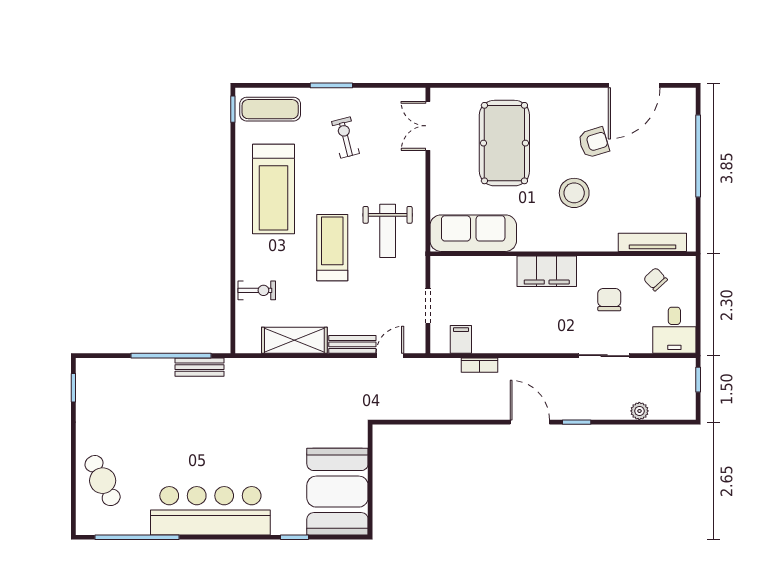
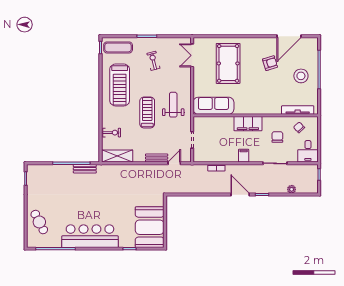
stool: (574, 193) -> (301, 76), moved
weight bench: (388, 231) -> (173, 105), turned 180
filing cabinet: (461, 339) -> (244, 156), moved
shelving: (294, 340) -> (117, 156), moved

